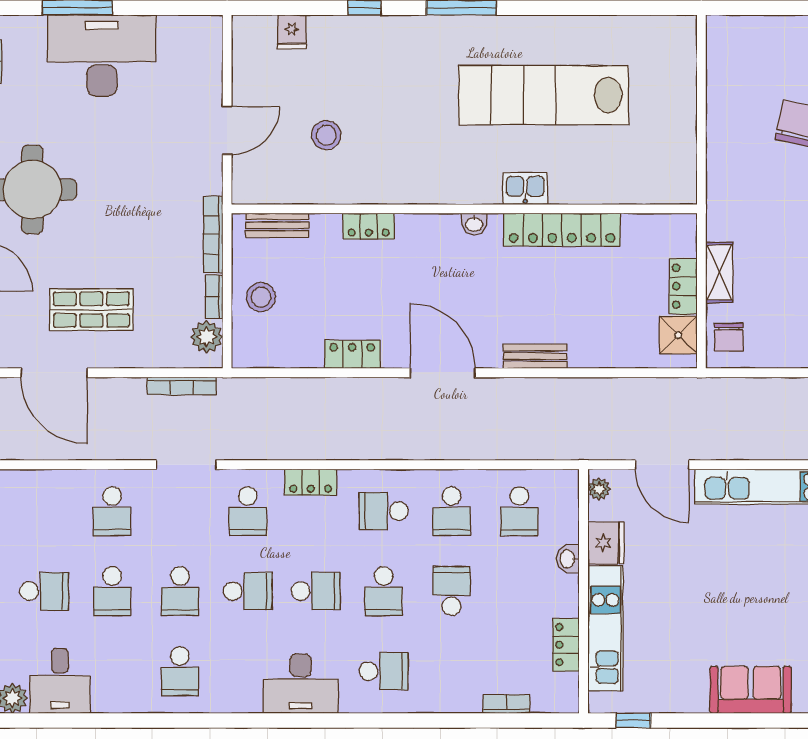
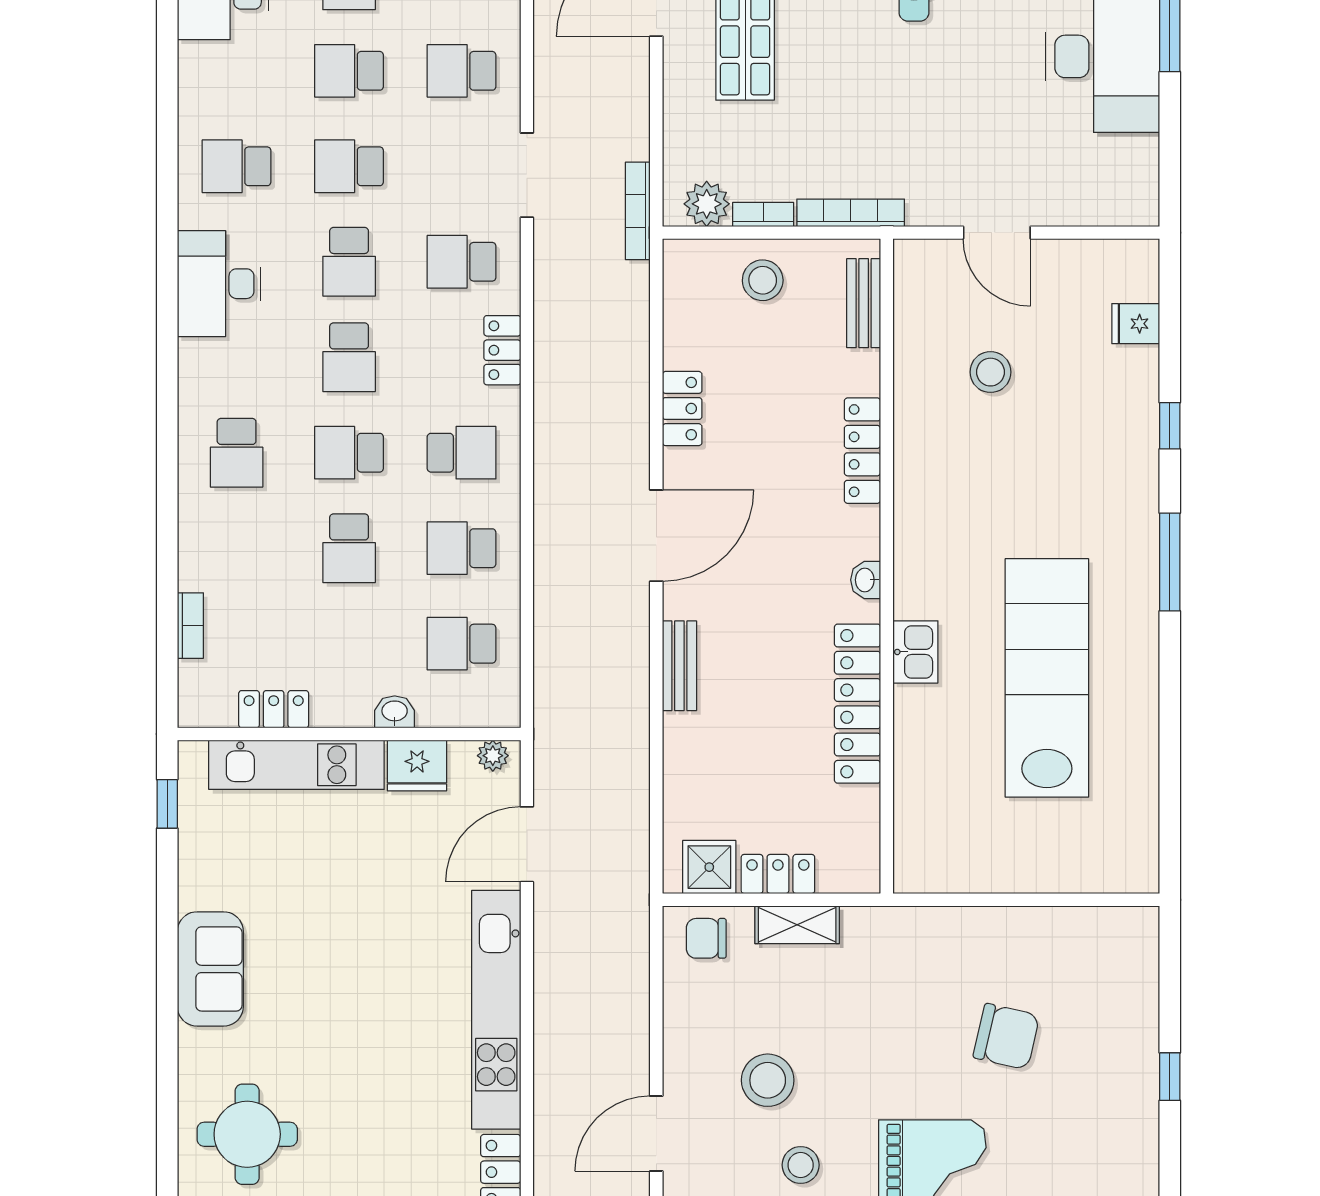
locker: (369, 226) -> (862, 451), width x1.53
bookcase: (182, 386) -> (638, 211), moved
school desk: (384, 511) -> (462, 453), turned 90
school desk: (451, 591) -> (349, 548), turned 90
desk: (301, 684) -> (219, 284), moved

